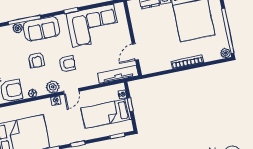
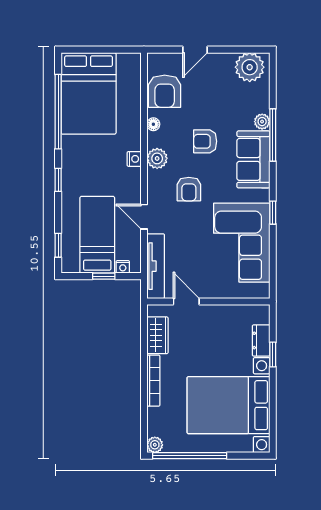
wardrobe: (159, 65) -> (158, 335), added
door: (71, 91) -> (144, 217), moved

